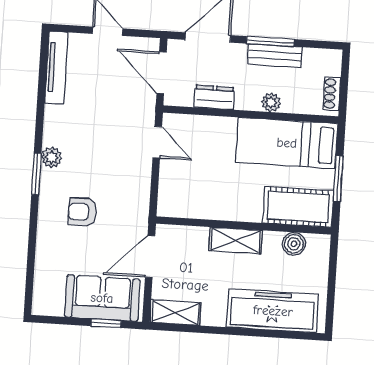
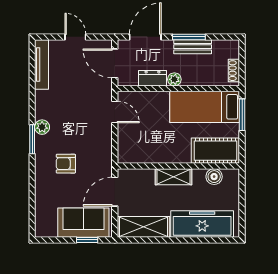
plant: (271, 102) -> (174, 79), moved
window: (338, 179) -> (242, 115), moved
shelving: (175, 313) -> (143, 227), width x1.50, depth x1.33

